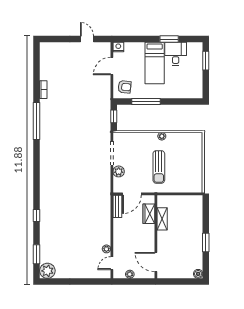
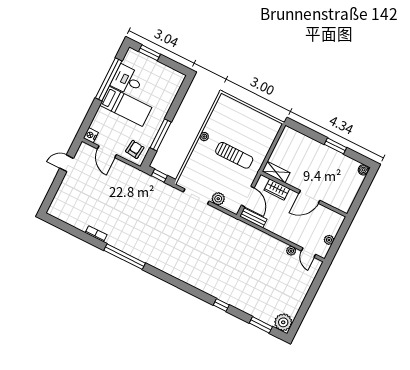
window: (169, 39) -> (109, 79), width x2.11
shelving: (162, 219) -> (276, 172), moved
door: (156, 262) -> (309, 197), moved

